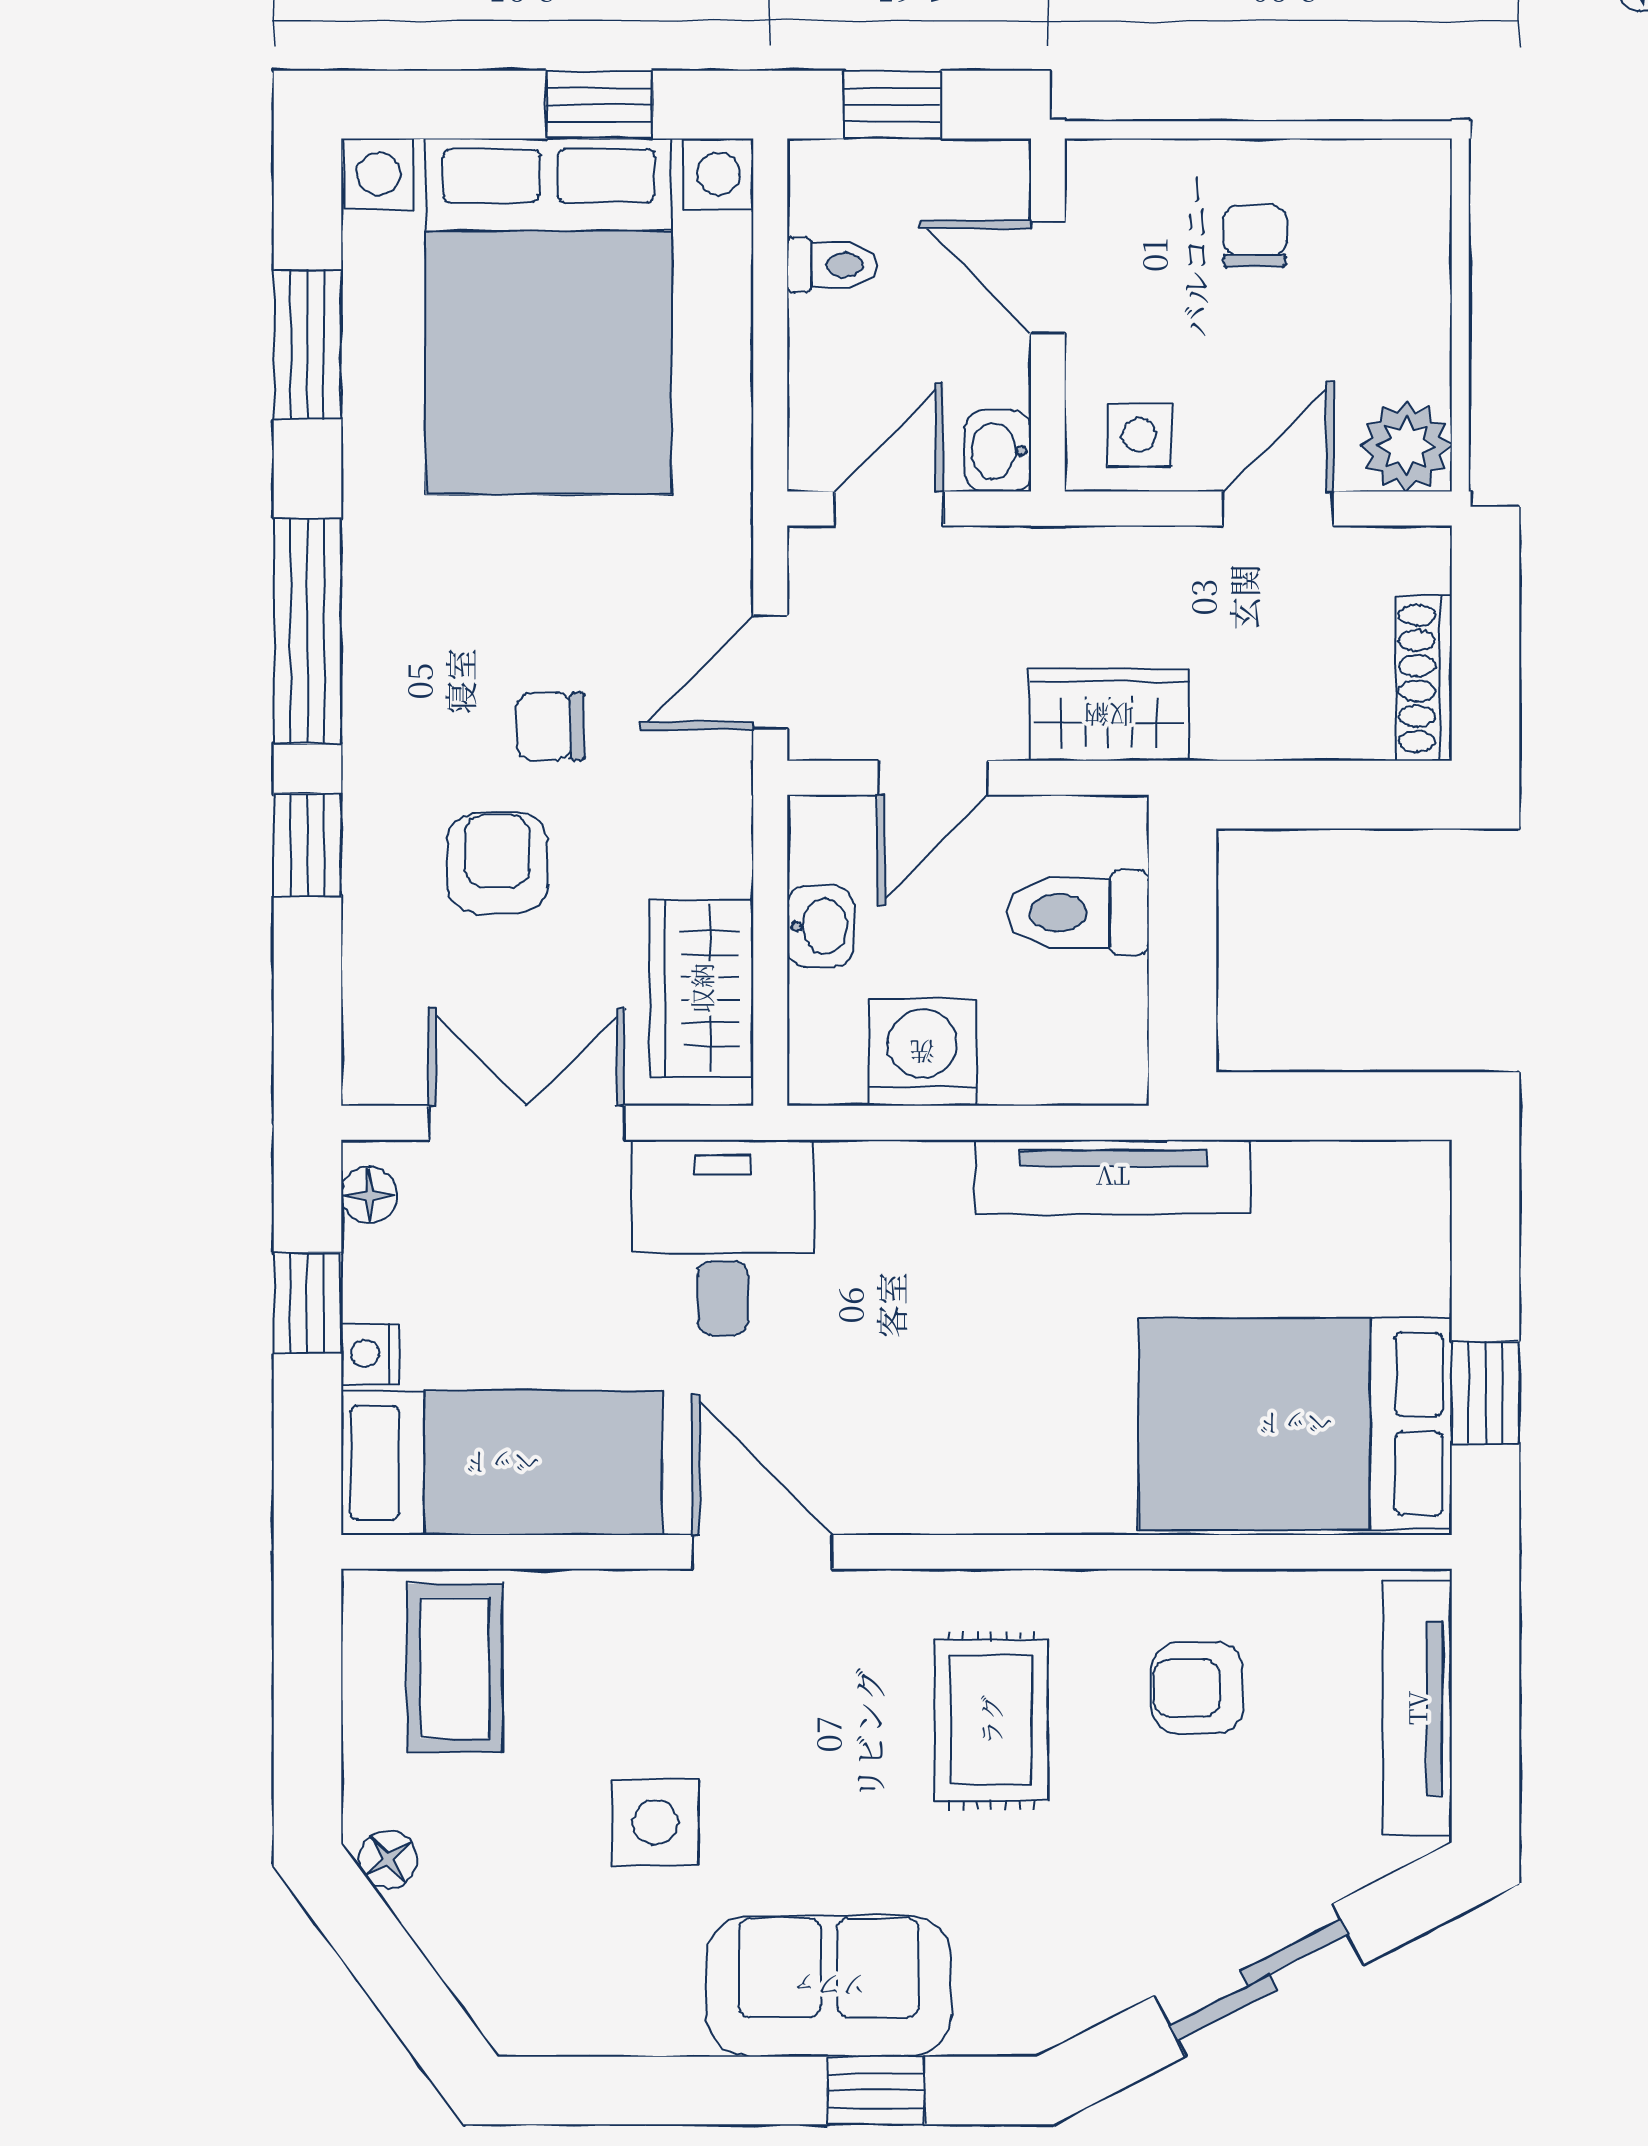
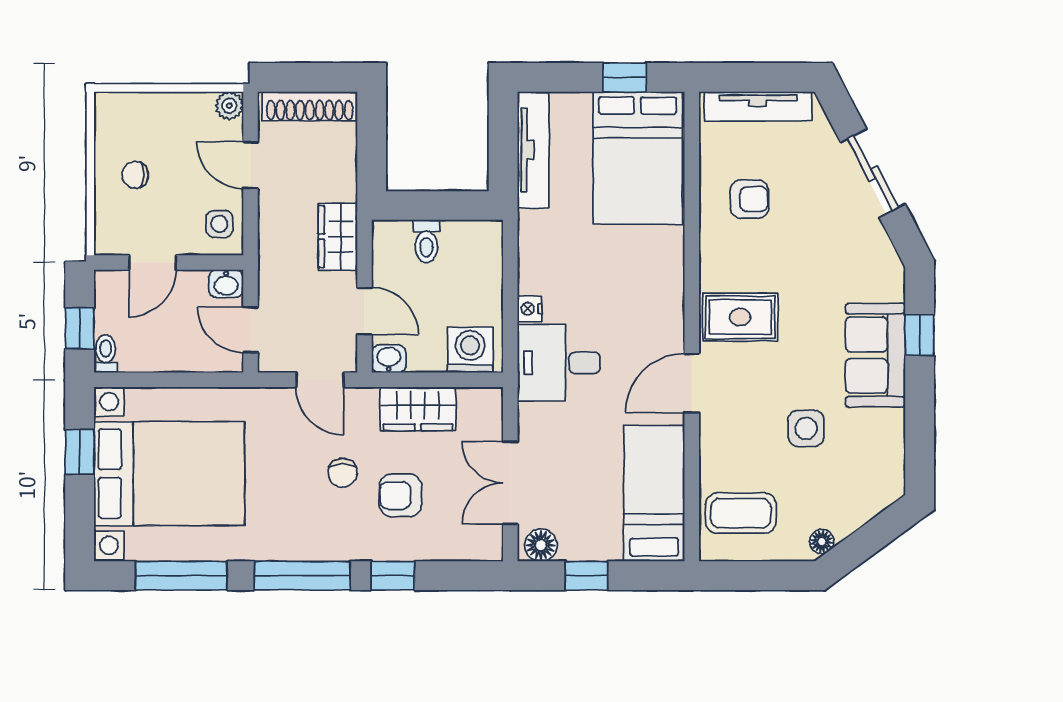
toilet: (832, 265) -> (106, 354), moved
window: (307, 345) -> (181, 576), width x1.44
plant: (1406, 446) -> (229, 106), width x0.73, depth x0.73
shoe rack: (1424, 678) -> (310, 106), width x1.36, depth x1.24
toilet: (1078, 913) -> (426, 241), width x0.73, depth x0.72
washbasin: (820, 926) -> (389, 359), moved
wardrobe: (702, 988) -> (418, 409), moved
washing machine: (922, 1052) -> (470, 350), moved, turned 90
tv unit: (1113, 1177) -> (533, 150), moved
floor lamp: (369, 1195) -> (541, 545), width x1.37, depth x1.37
desk: (723, 1238) -> (559, 363), moved
nightstand: (370, 1354) -> (530, 309), moved, turned 90
armchair: (1198, 1688) -> (749, 199), turned -90
rug: (991, 1720) -> (740, 317), moved

